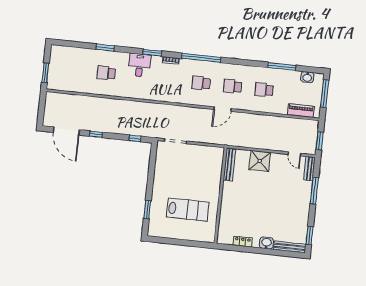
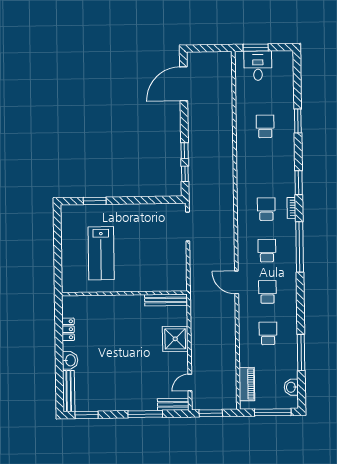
desk: (140, 65) -> (258, 66), moved, turned -90
school desk: (169, 80) -> (266, 209), added
window: (96, 134) -> (185, 151), moved

